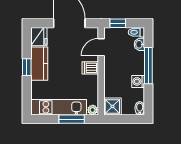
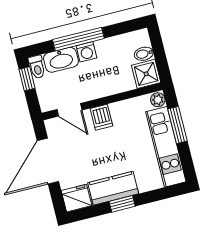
window: (118, 23) -> (27, 79), moved
washbasin: (139, 44) -> (61, 60), width x1.91, depth x1.45
washing machine: (138, 81) -> (86, 52), moved
bidet: (140, 108) -> (144, 54), moved

